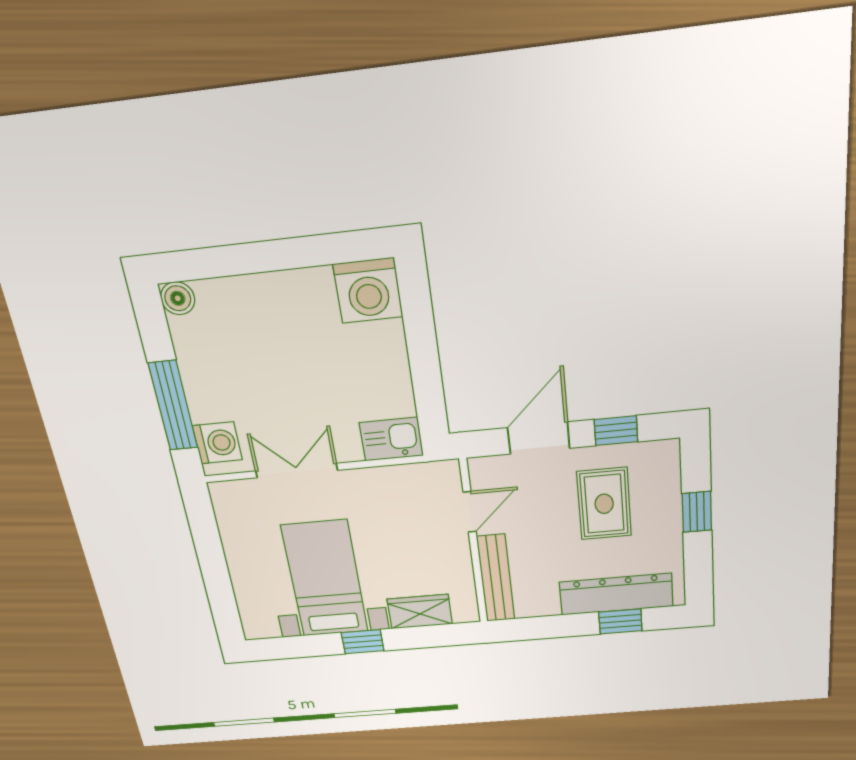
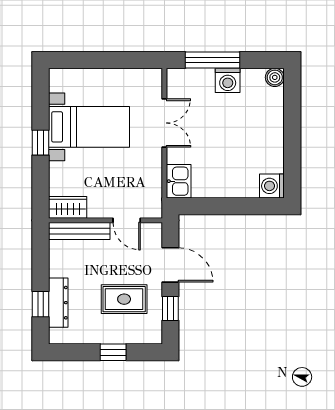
washing machine: (368, 291) -> (272, 186), width x0.73, depth x0.73
washing machine: (217, 443) -> (228, 80), moved
dresser: (616, 594) -> (58, 303), width x0.73, depth x0.80
wardrobe: (420, 612) -> (68, 207), moved, turned -90

